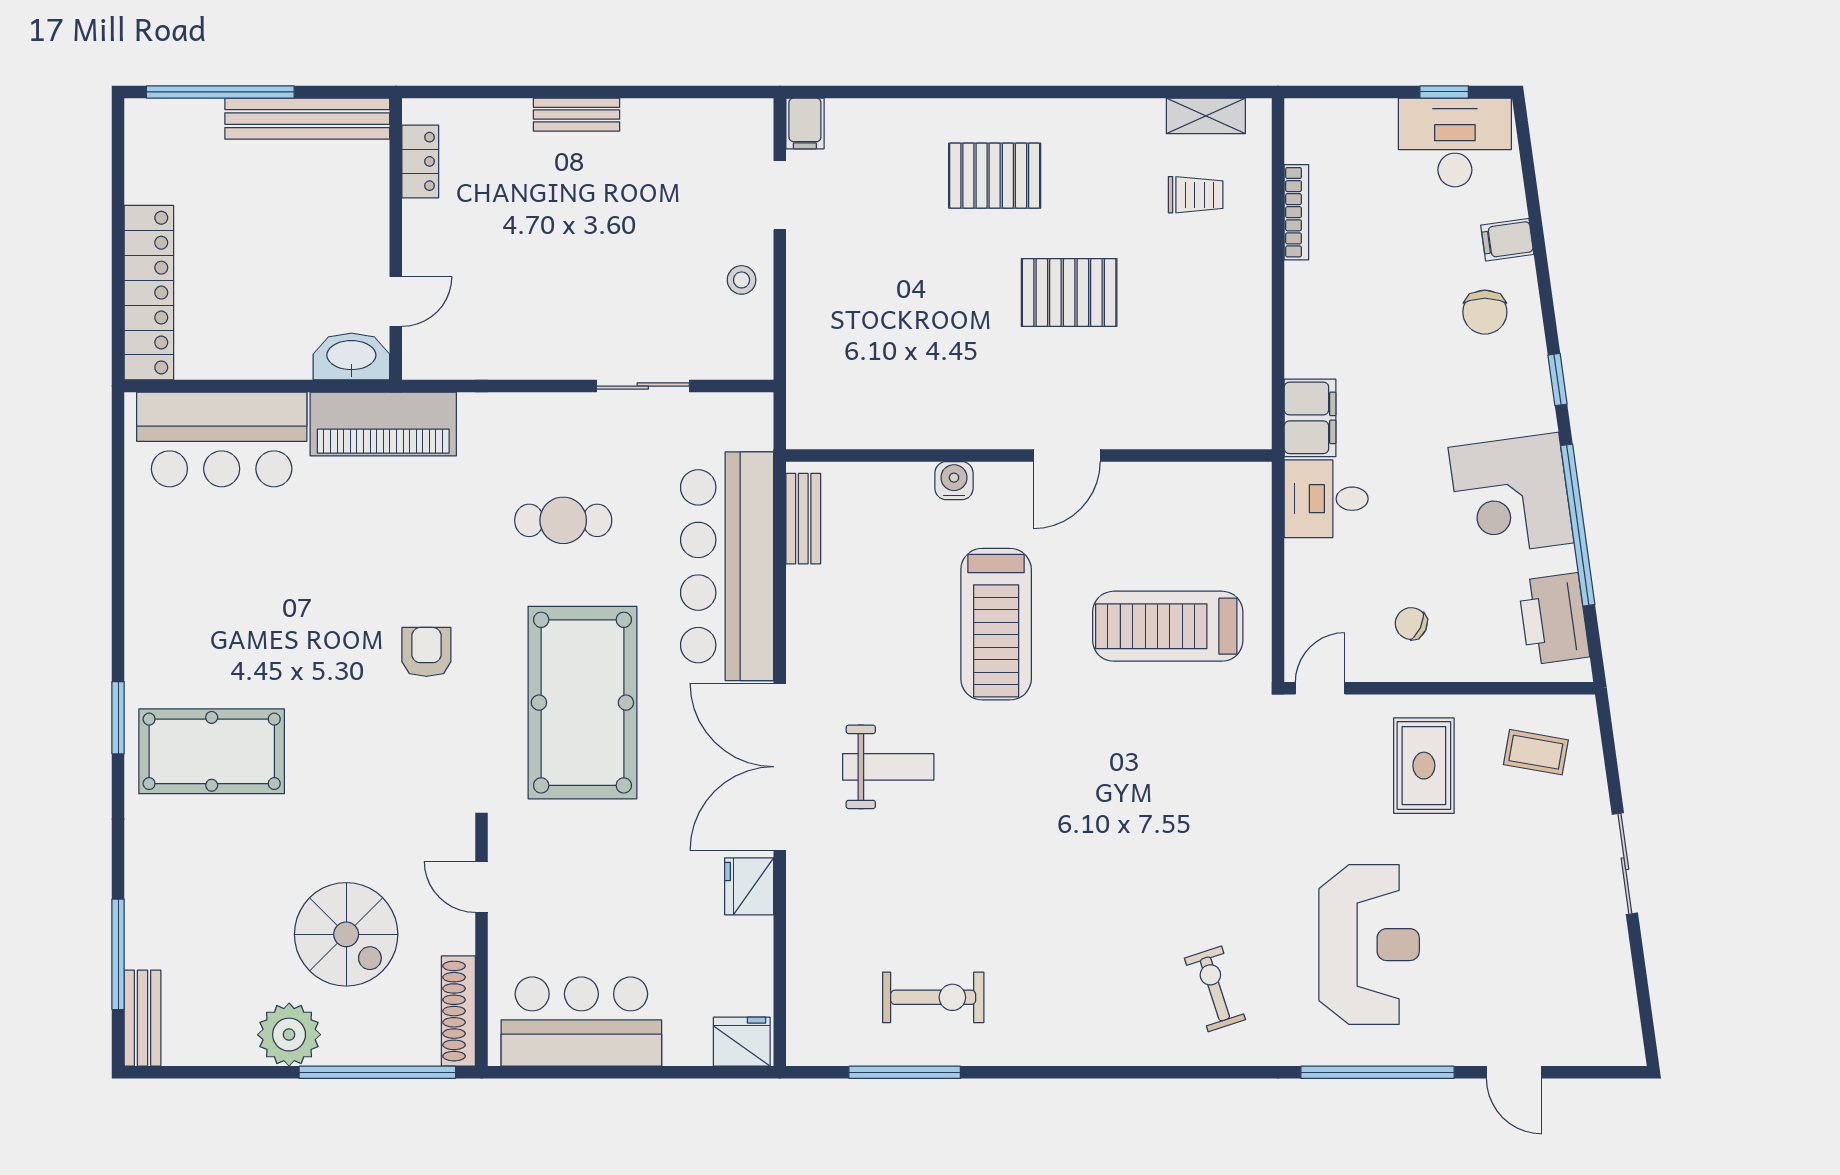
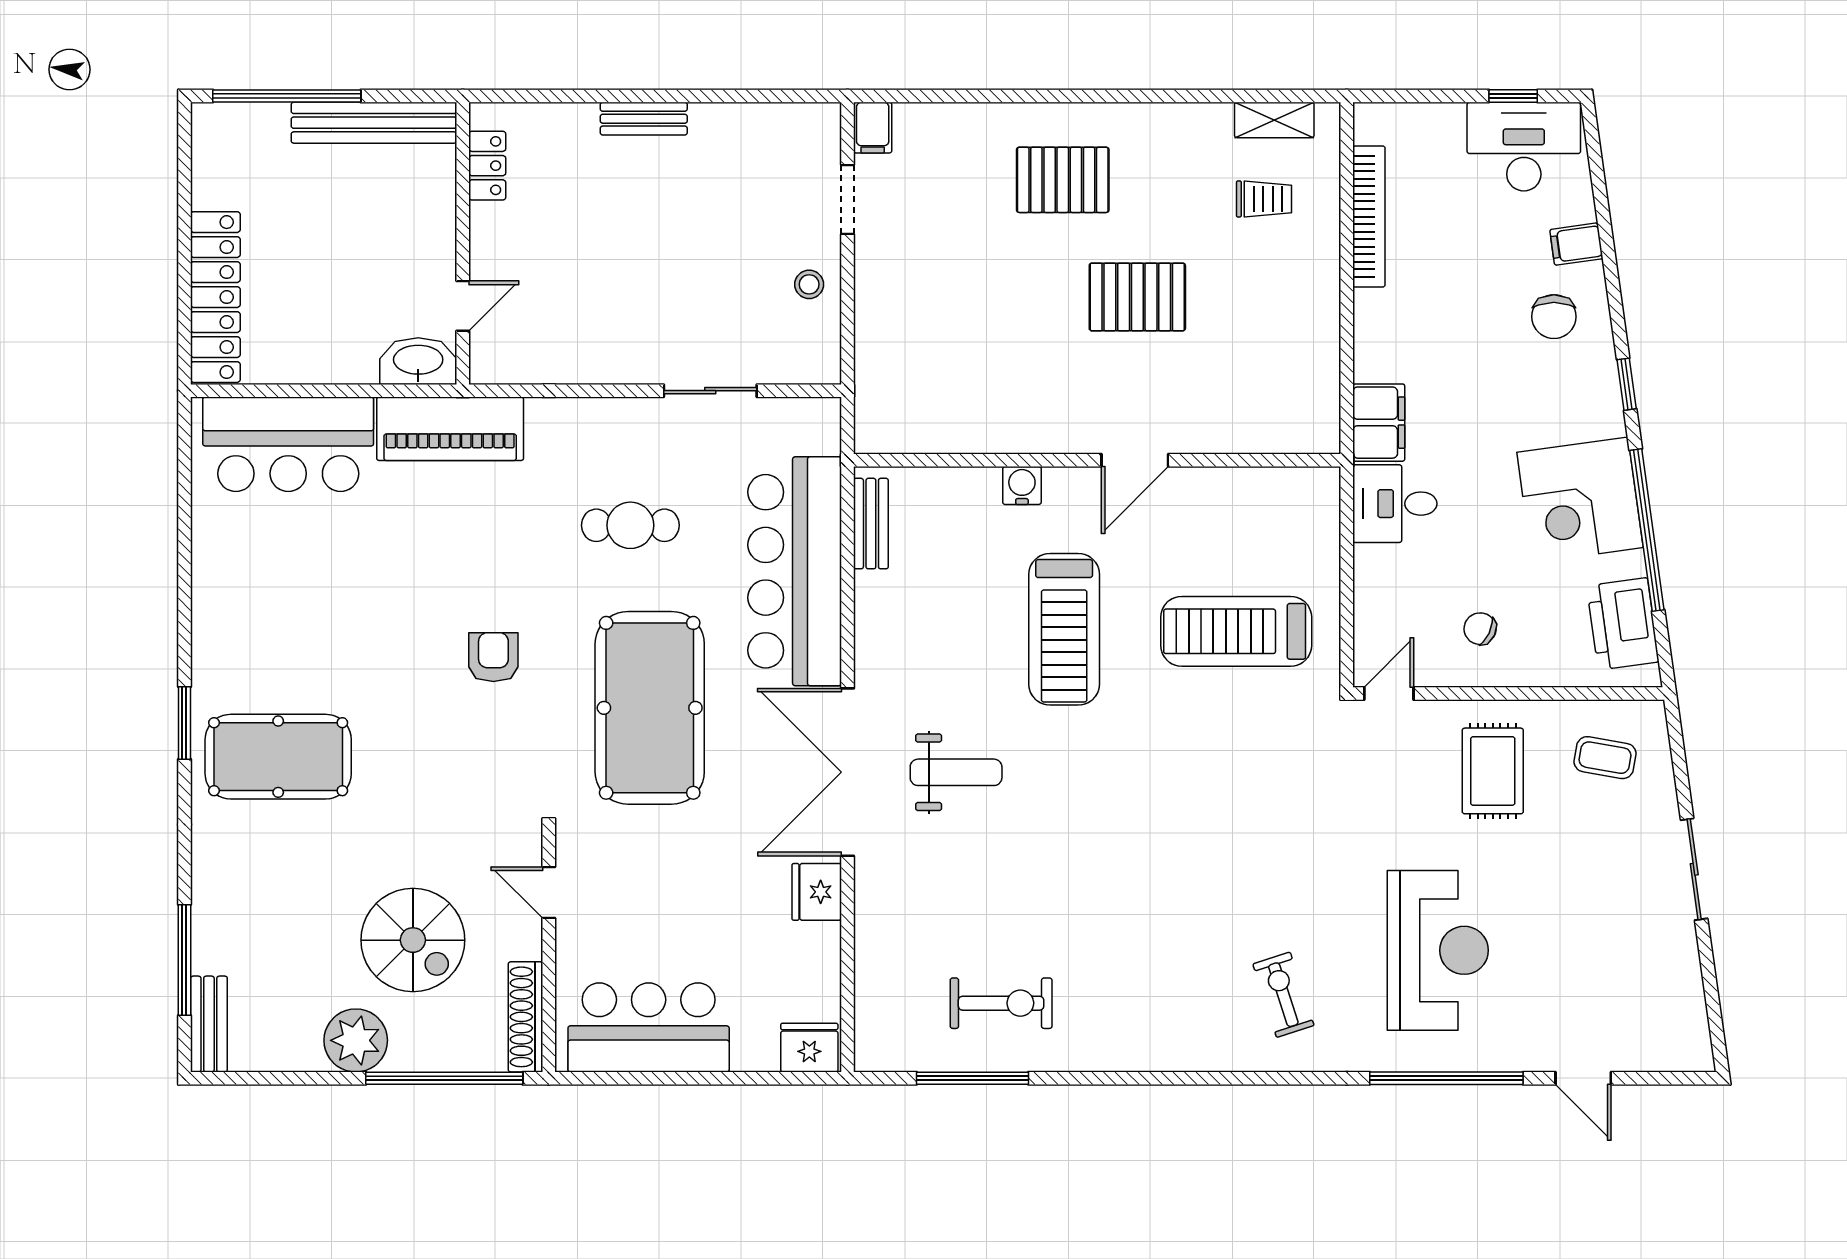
bookcase: (1296, 212) -> (1369, 217), width x1.48, depth x1.31

